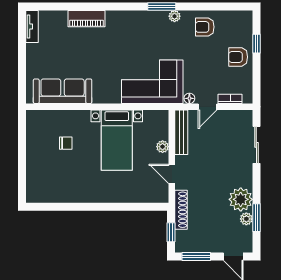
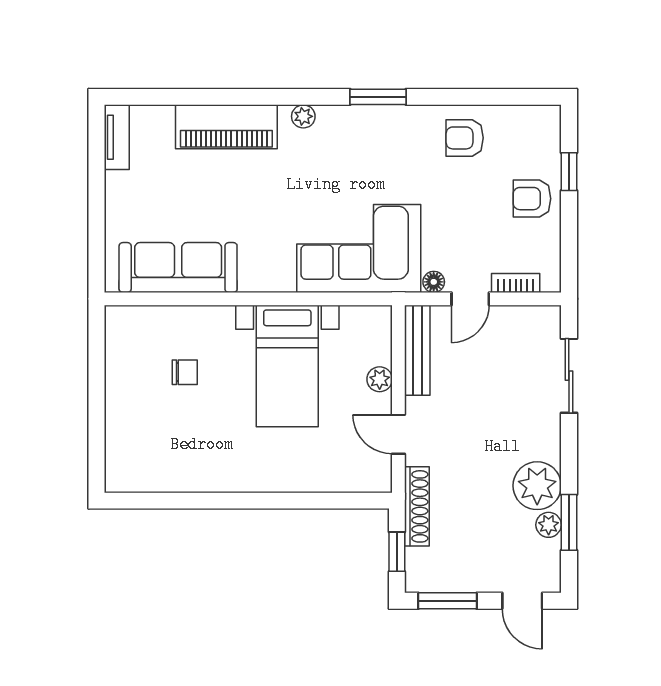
plant: (175, 16) -> (303, 116), moved
piano: (86, 19) -> (226, 127), width x1.37, depth x1.33

